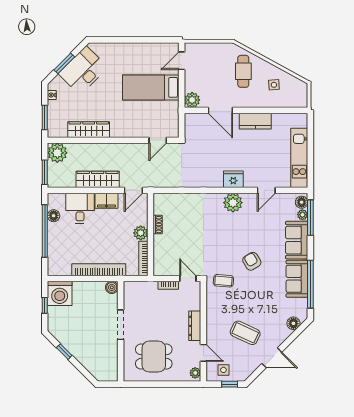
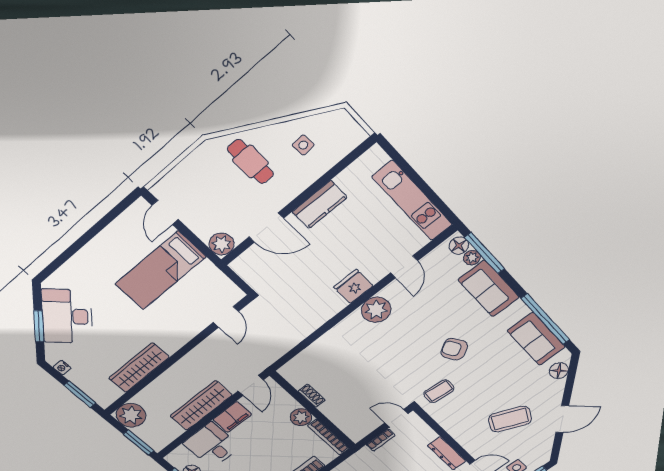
sofa: (297, 279) -> (536, 339), moved

